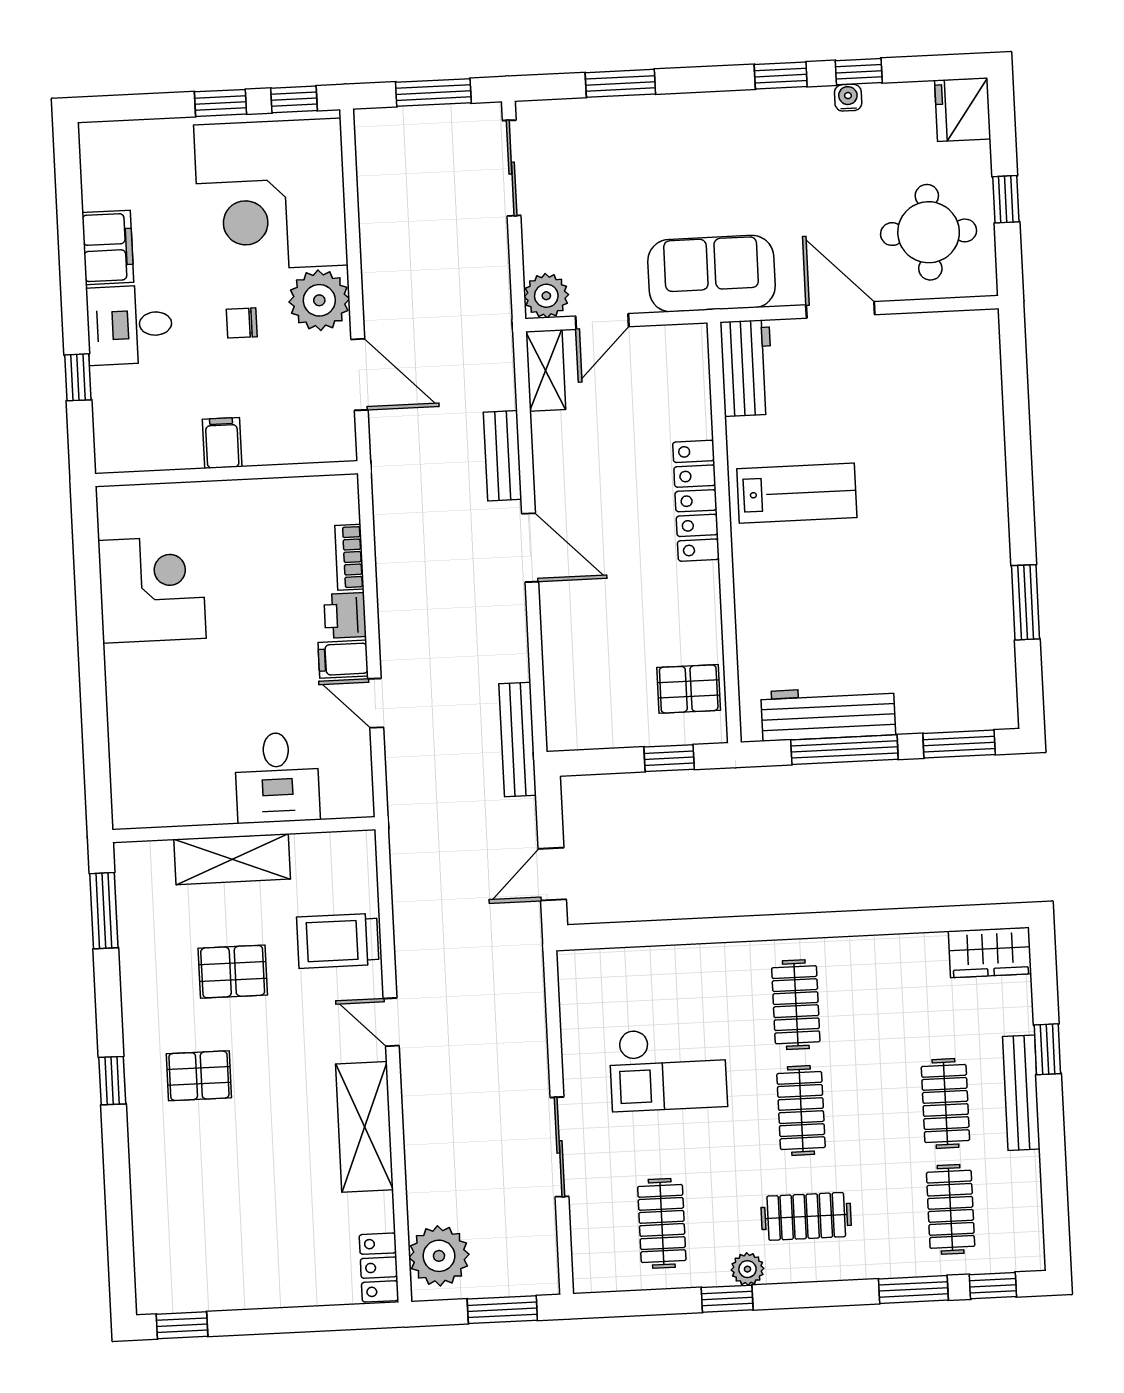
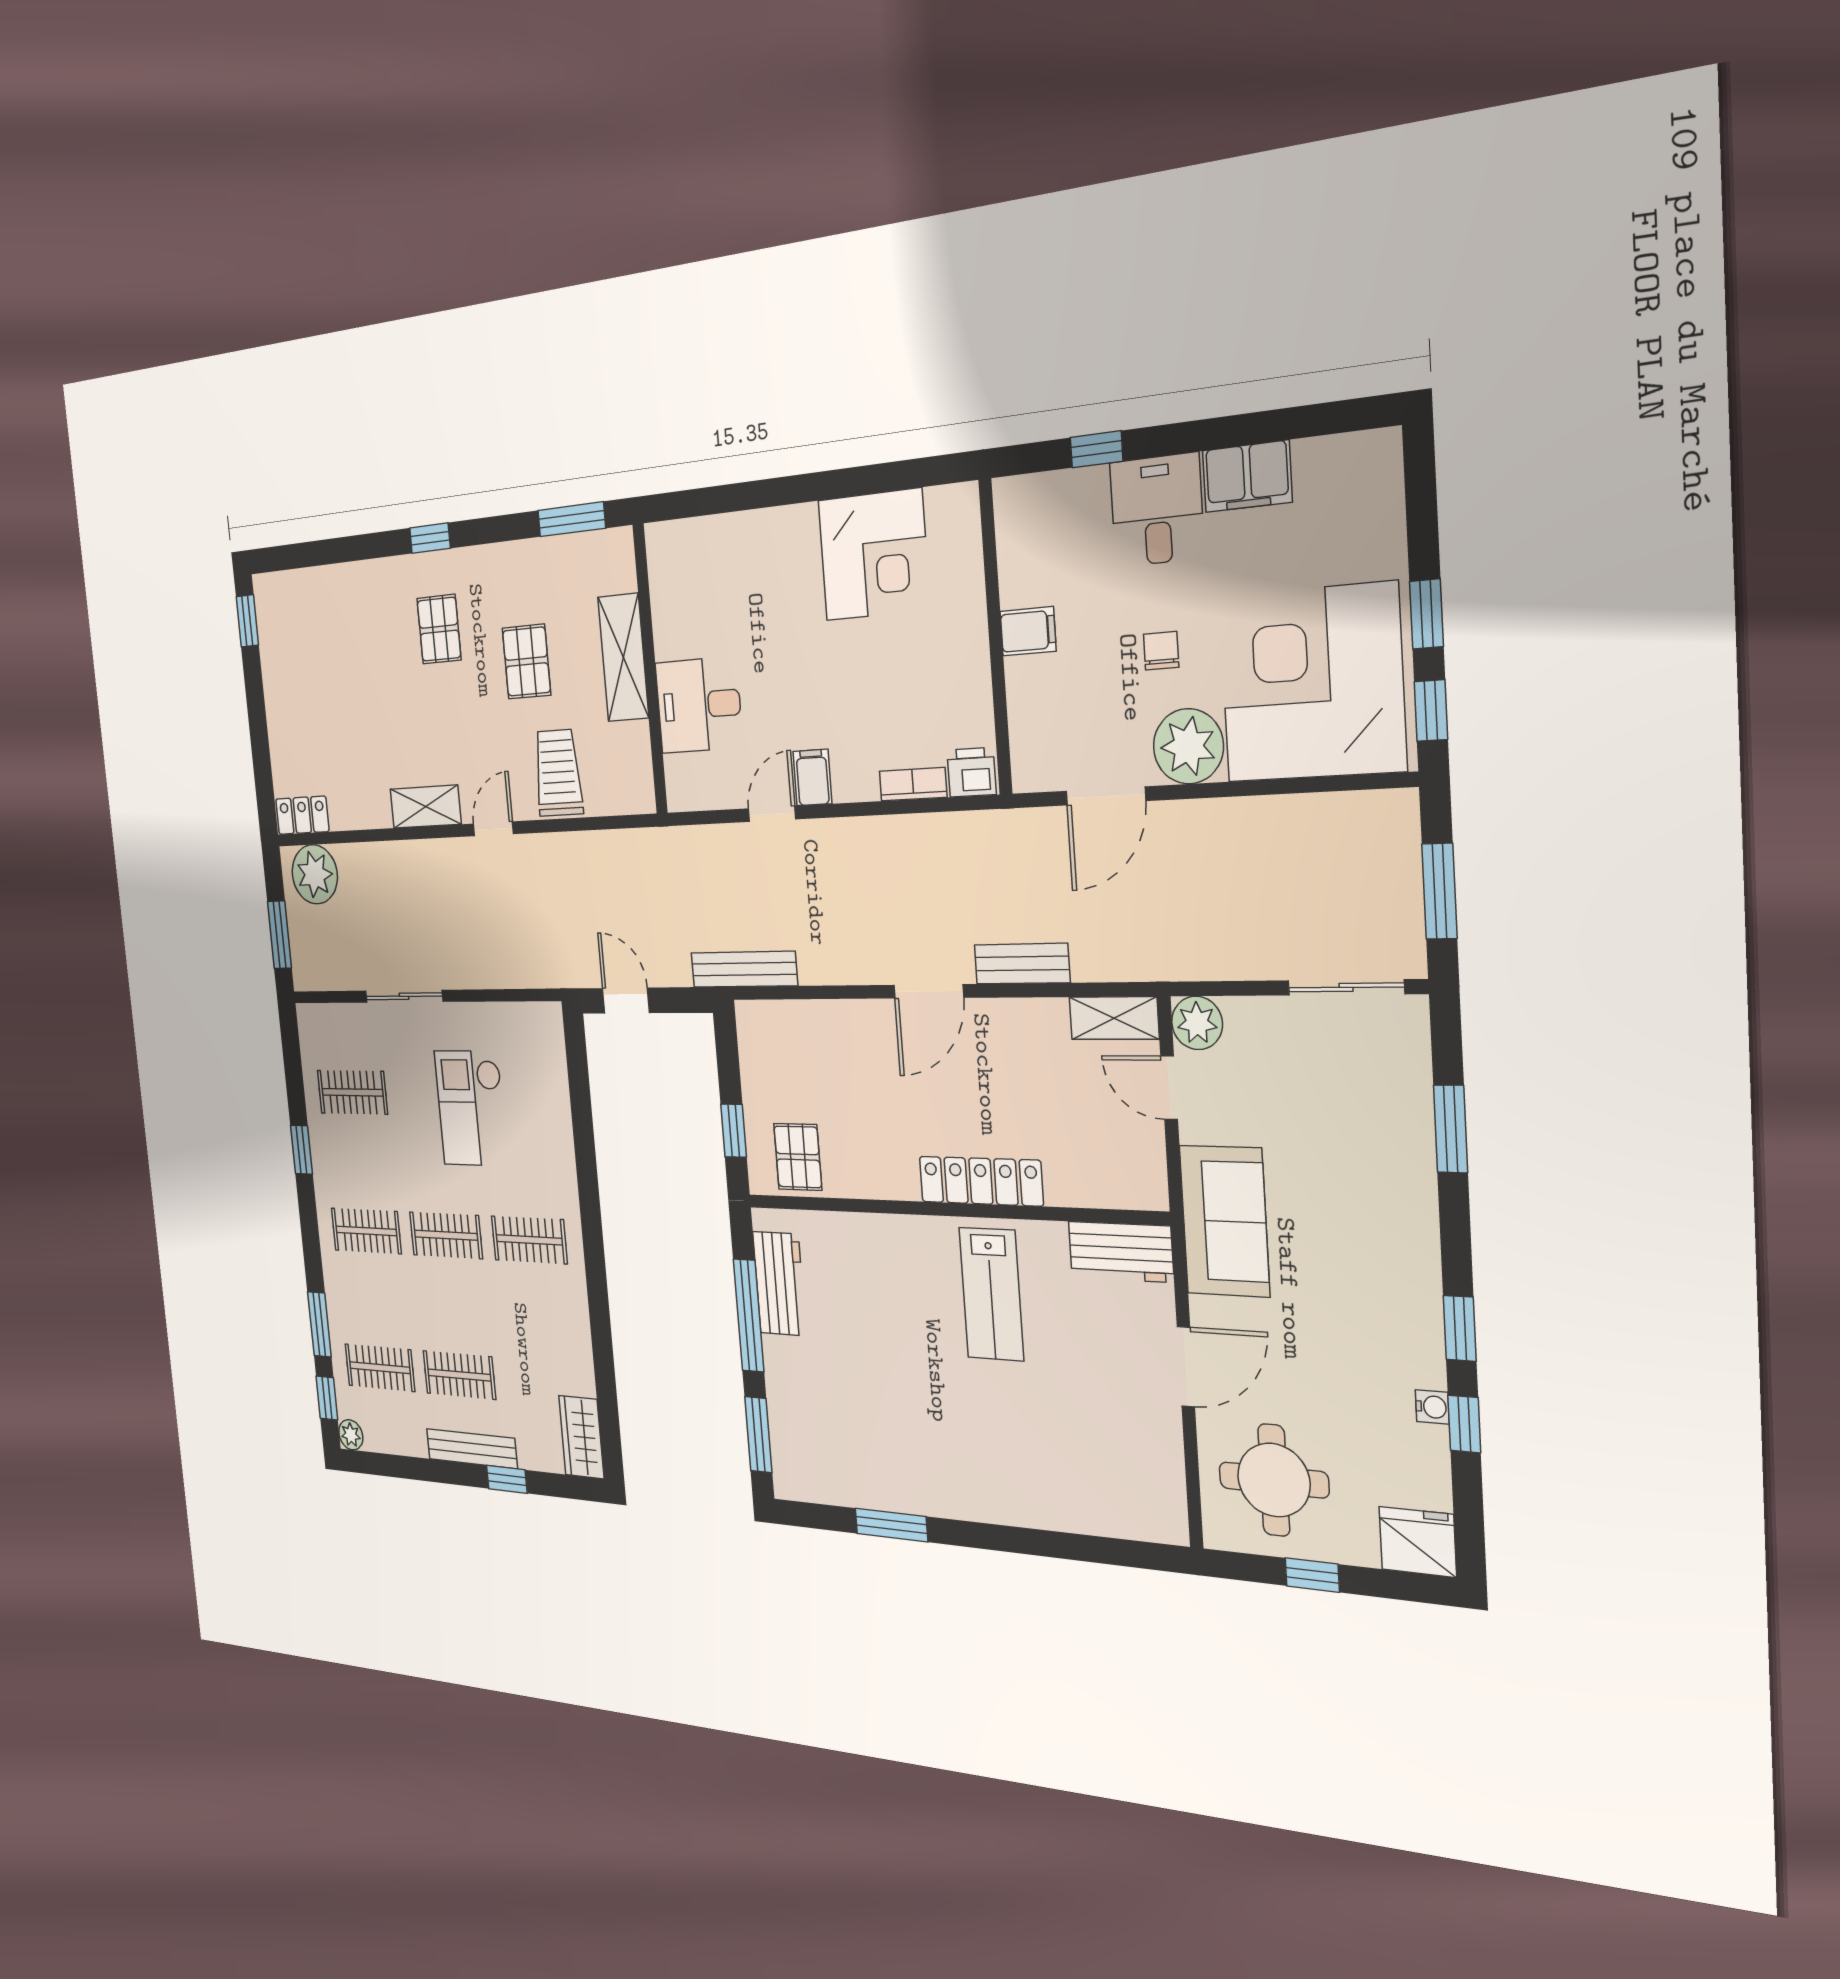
printer: (345, 615) -> (972, 772), moved
workbench: (828, 713) -> (779, 1284), width x0.73
shelving: (364, 1127) -> (426, 807), width x0.67, depth x0.75
clothes rail: (806, 1216) -> (366, 1231), turned 90
plant: (747, 1269) -> (351, 1435), moved

